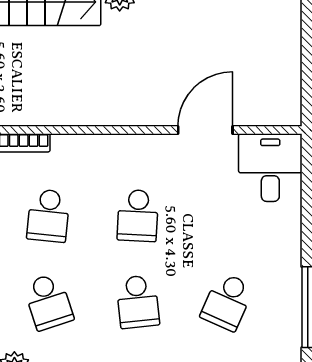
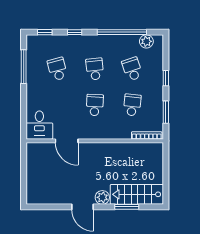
door: (205, 130) -> (67, 141), hinge flipped
school desk: (227, 302) -> (57, 69), turned -39

